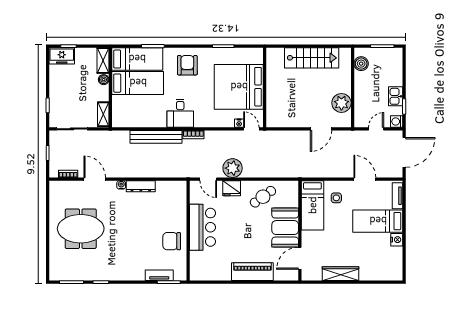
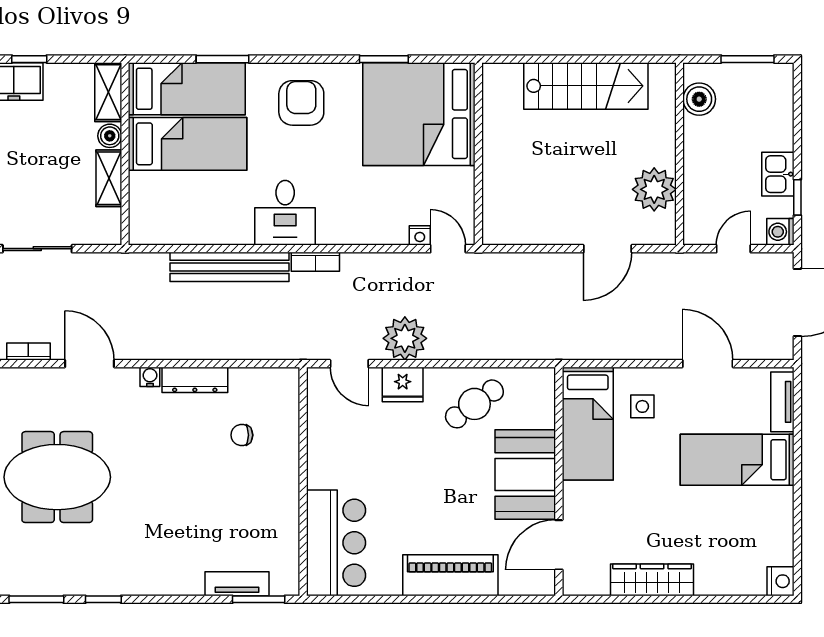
bed: (239, 87) -> (419, 114), moved
shelving: (103, 114) -> (109, 178), moved
bar counter: (202, 227) -> (336, 543), moved
nightstand: (397, 240) -> (780, 581), moved
chair: (172, 241) -> (242, 435), moved, width x0.54, depth x0.54

